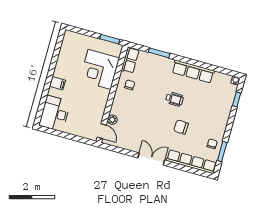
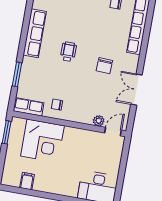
filing cabinet: (57, 83) -> (27, 181), moved
chair: (181, 127) -> (104, 66), moved
double door: (151, 159) -> (136, 90), moved

